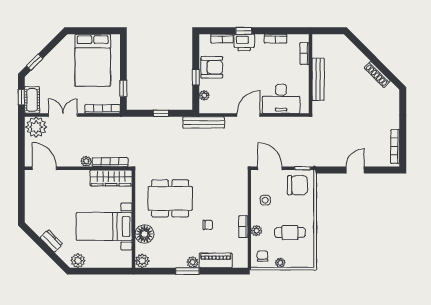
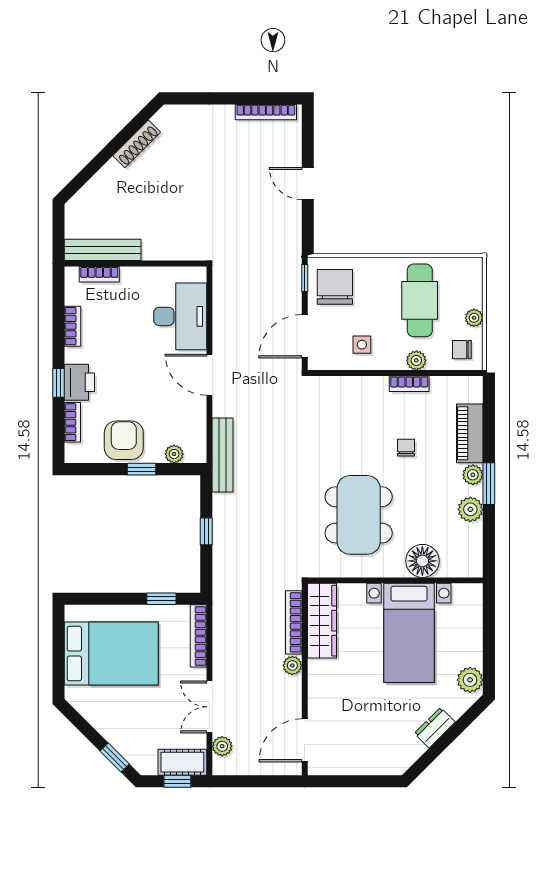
bench: (318, 79) -> (103, 250), moved
plant: (36, 127) -> (222, 746), width x0.53, depth x0.53
cafe table: (290, 232) -> (420, 300), width x1.37, depth x1.35
plant: (142, 261) -> (470, 509), moved

